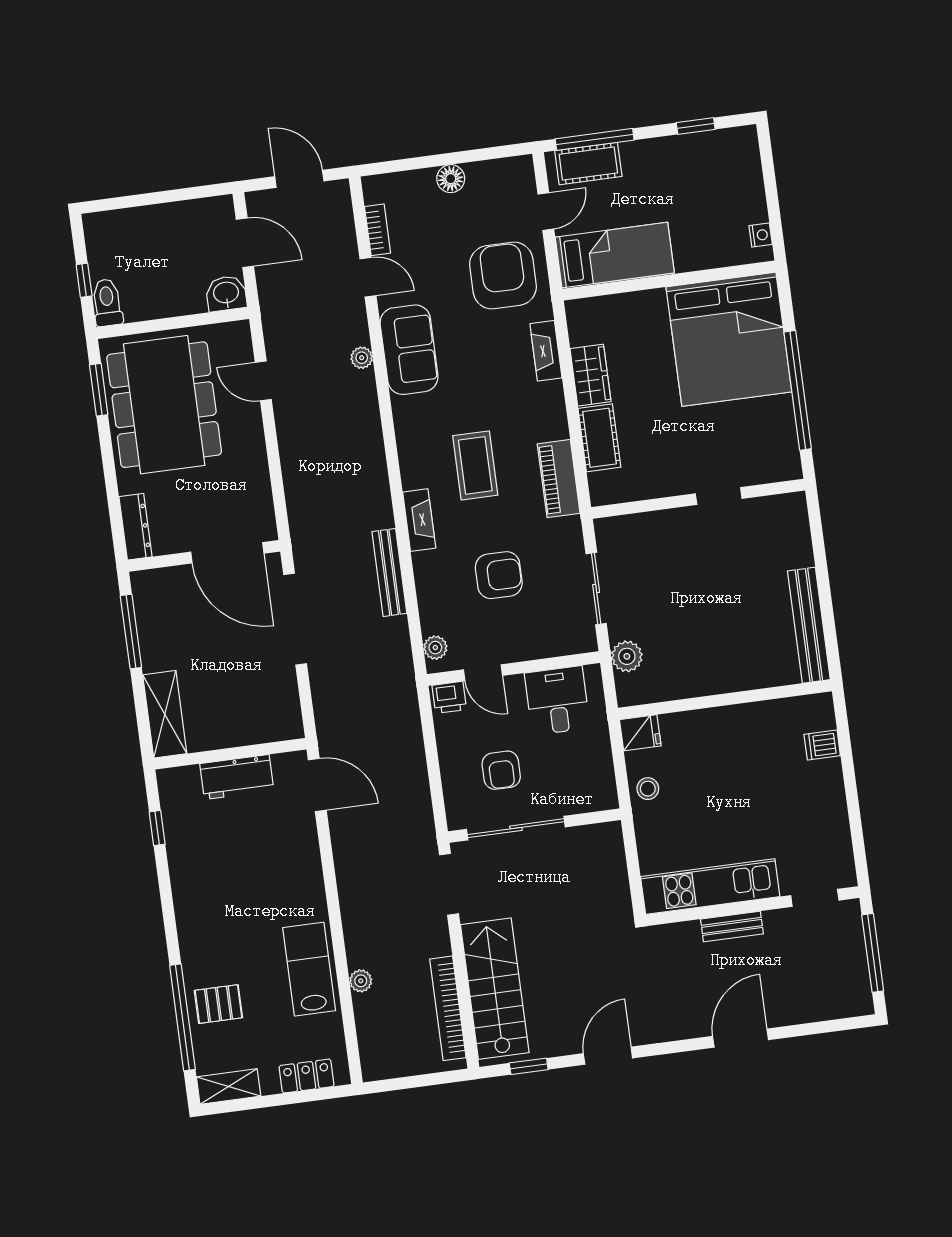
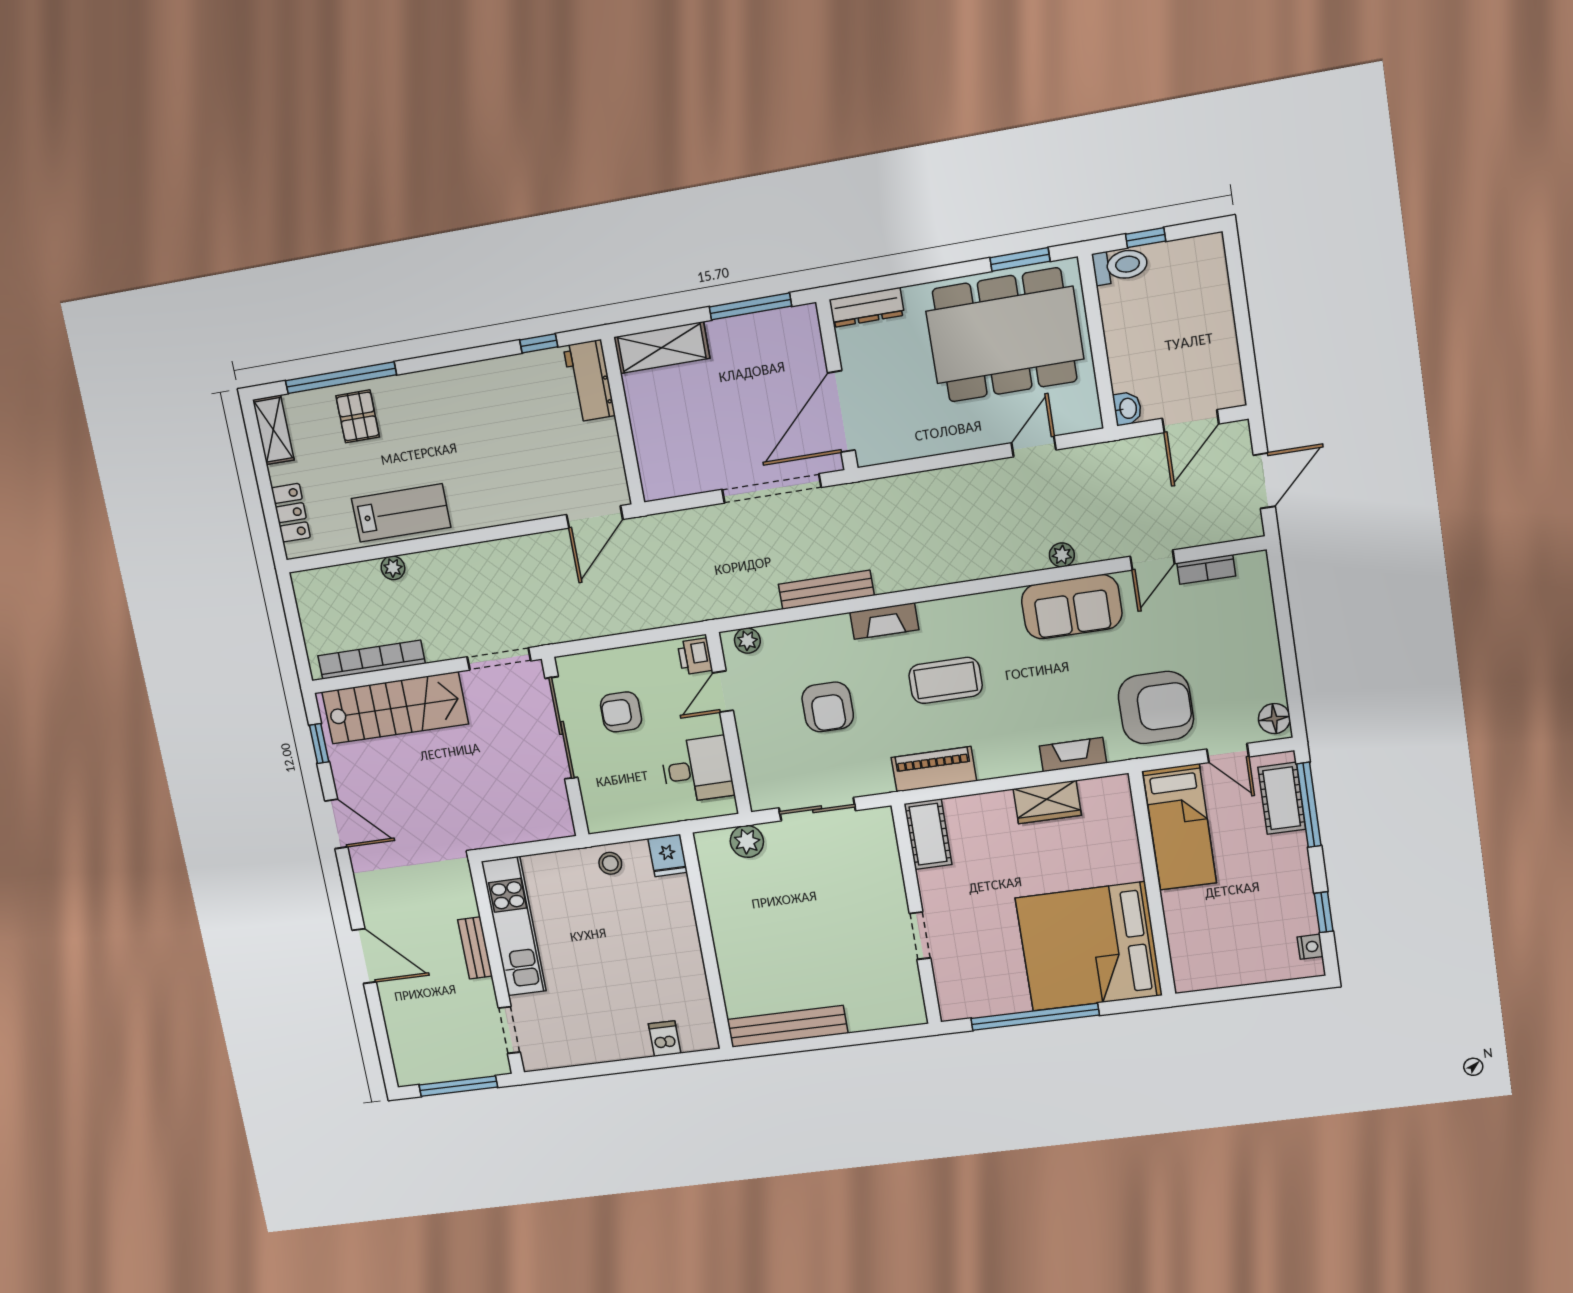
floor lamp: (451, 179) -> (1274, 719), moved
nightstand: (761, 235) -> (1310, 947), moved, turned -90
washbasin: (226, 293) -> (1127, 408), width x0.72, depth x0.69
cot: (599, 438) -> (928, 834), moved, turned 90
workbench: (237, 777) -> (589, 381), moved

